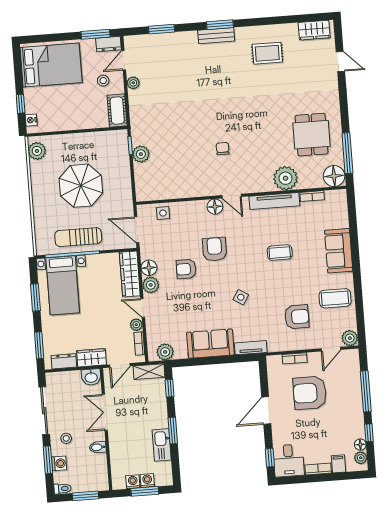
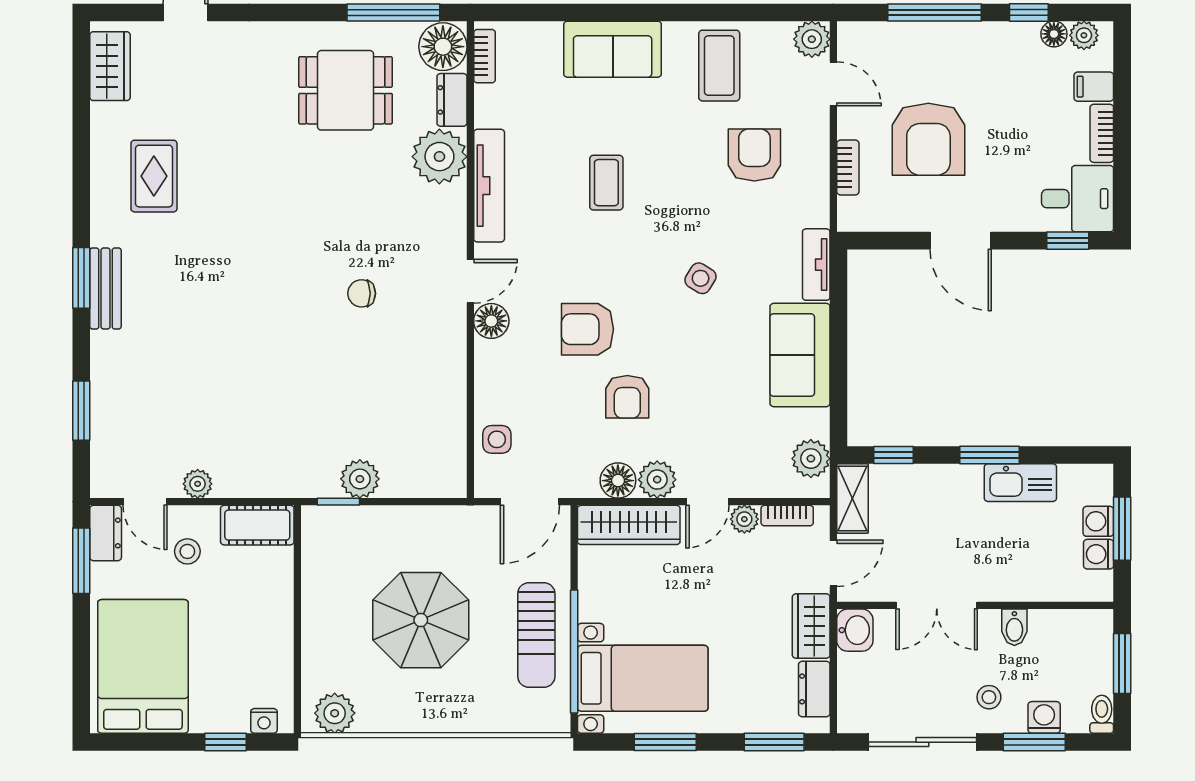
dresser: (311, 182) -> (452, 100), added
bookcase: (312, 196) -> (485, 56), moved
door: (120, 365) -> (833, 563), hinge flipped

